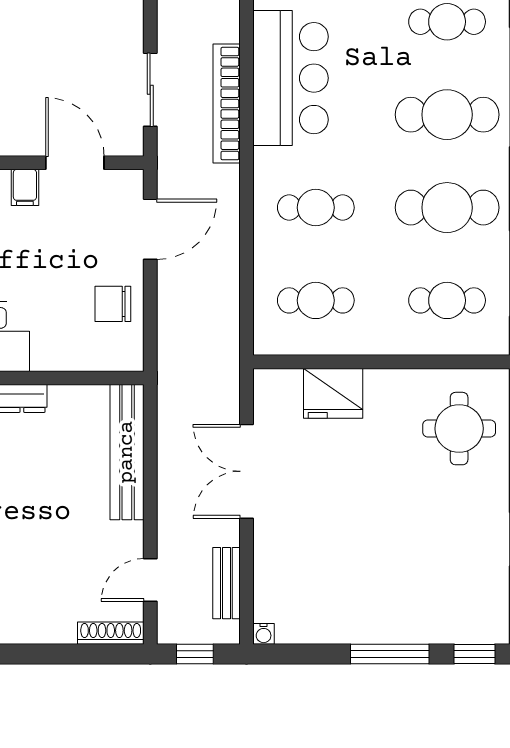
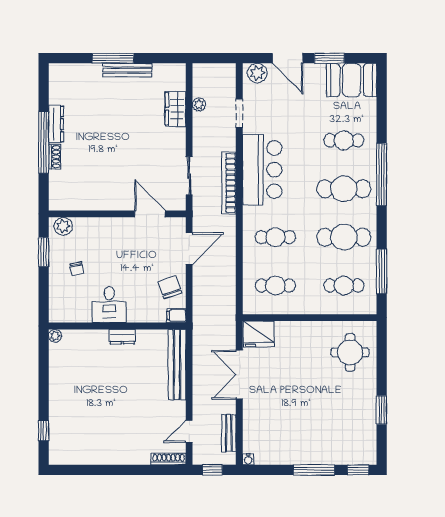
filing cabinet: (25, 187) -> (176, 316), moved, turned 90
chair: (113, 304) -> (170, 287), turned 71
fridge: (333, 393) -> (259, 334), moved

